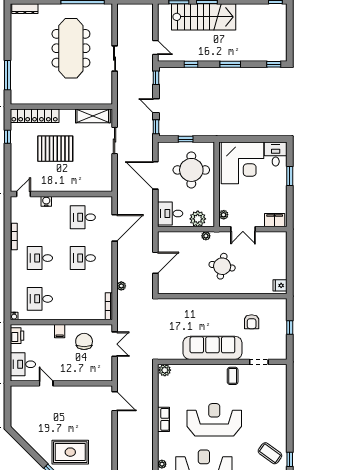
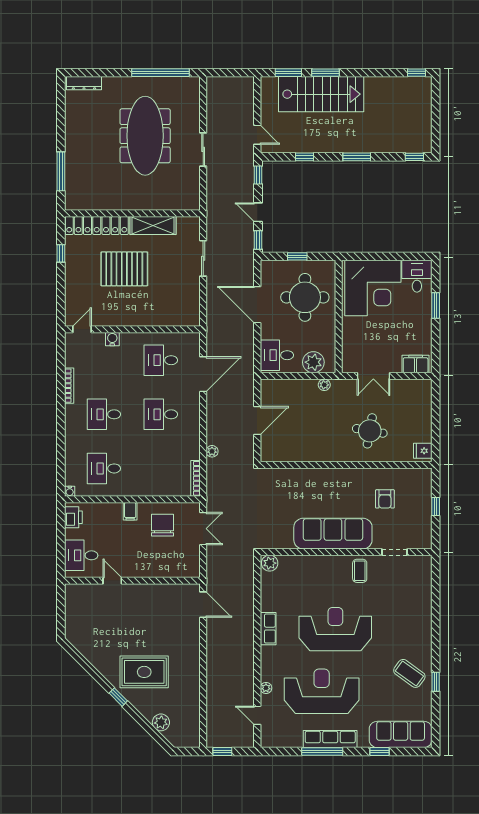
shelving: (93, 116) -> (153, 226), moved
plant: (224, 215) -> (348, 357), removed
round table: (222, 266) -> (370, 431), moved

